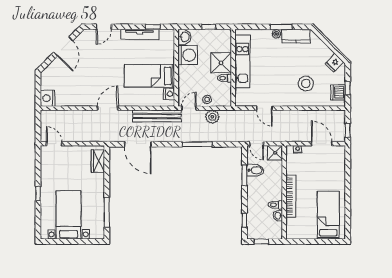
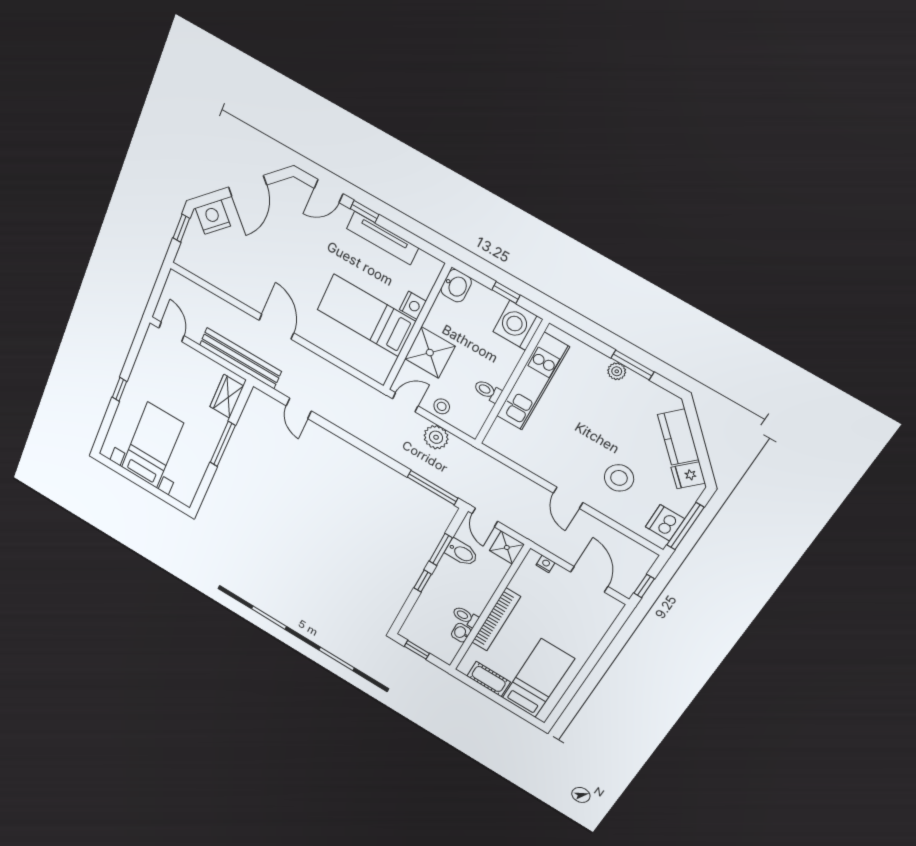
window: (153, 27) -> (365, 212), moved
kitchen counter: (296, 36) -> (678, 437), moved, turned 45
washing machine: (188, 55) -> (518, 325), moved, turned 180
shower: (221, 63) -> (430, 353), moved
window: (38, 86) -> (181, 228), added
window: (348, 88) -> (685, 526), width x2.17
nightstand: (169, 94) -> (413, 305), moved
nightstand: (48, 98) -> (213, 217), moved, turned 45
door: (108, 108) -> (276, 327), hinge flipped
door: (264, 108) -> (568, 498), moved
bench: (157, 116) -> (240, 358), moved
door: (138, 144) -> (299, 408), width x0.53
window: (197, 144) -> (433, 488), moved
window: (107, 212) -> (223, 444), moved
window: (244, 220) -> (423, 581), moved
cot: (305, 233) -> (489, 679), added

